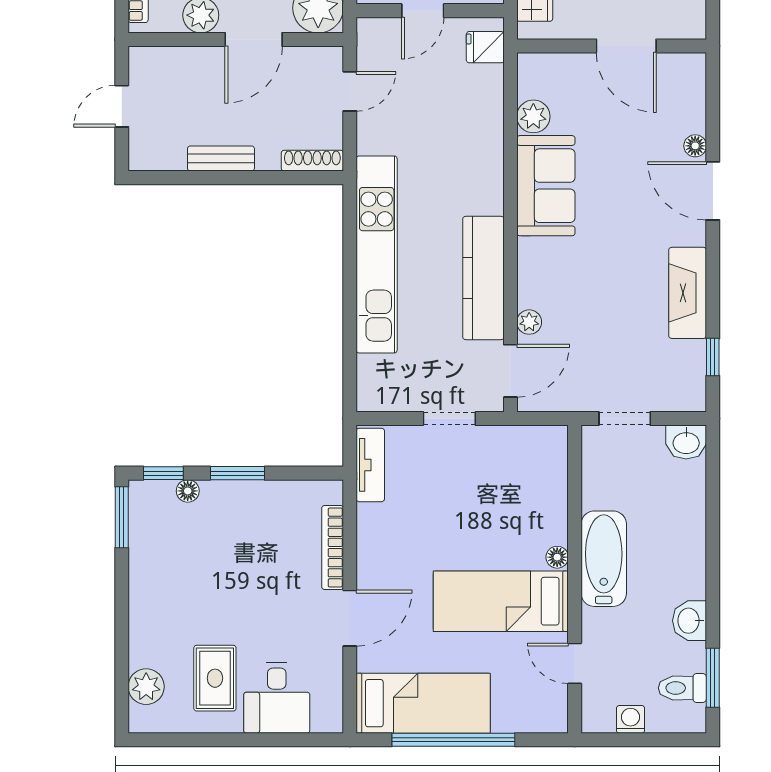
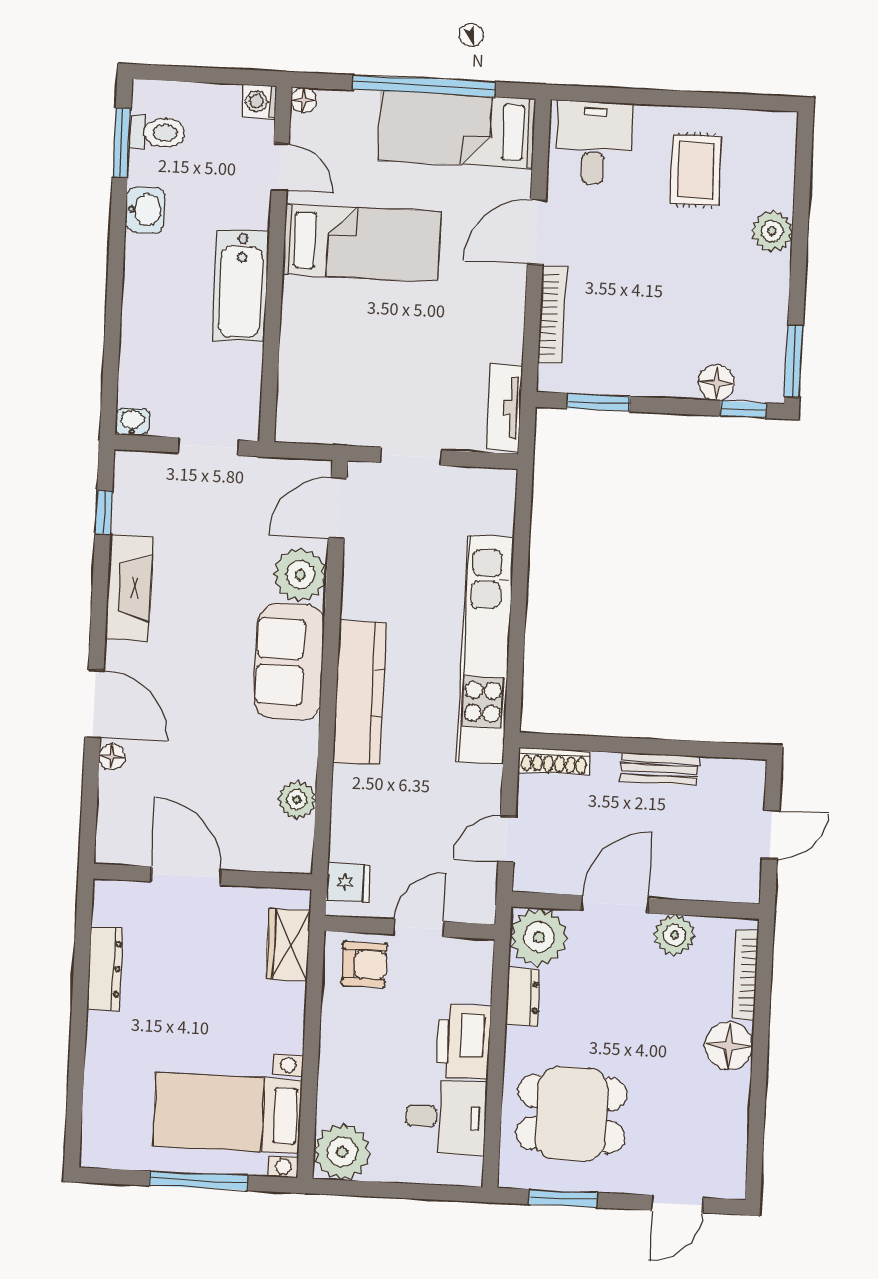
sofa: (546, 186) -> (289, 662), moved
kitchen counter: (483, 278) -> (360, 693), moved
plant: (529, 322) -> (300, 575), width x1.88, depth x1.88
washbasin: (686, 442) -> (132, 422), width x0.72, depth x0.69
window: (237, 473) -> (599, 402), moved
floor lamp: (188, 491) -> (717, 383), width x1.37, depth x1.37
floor lamp: (557, 557) -> (304, 100), moved
plant: (146, 687) -> (772, 231), moved
desk: (277, 698) -> (594, 143), moved
washing machine: (630, 719) -> (260, 101), moved, turned 90

